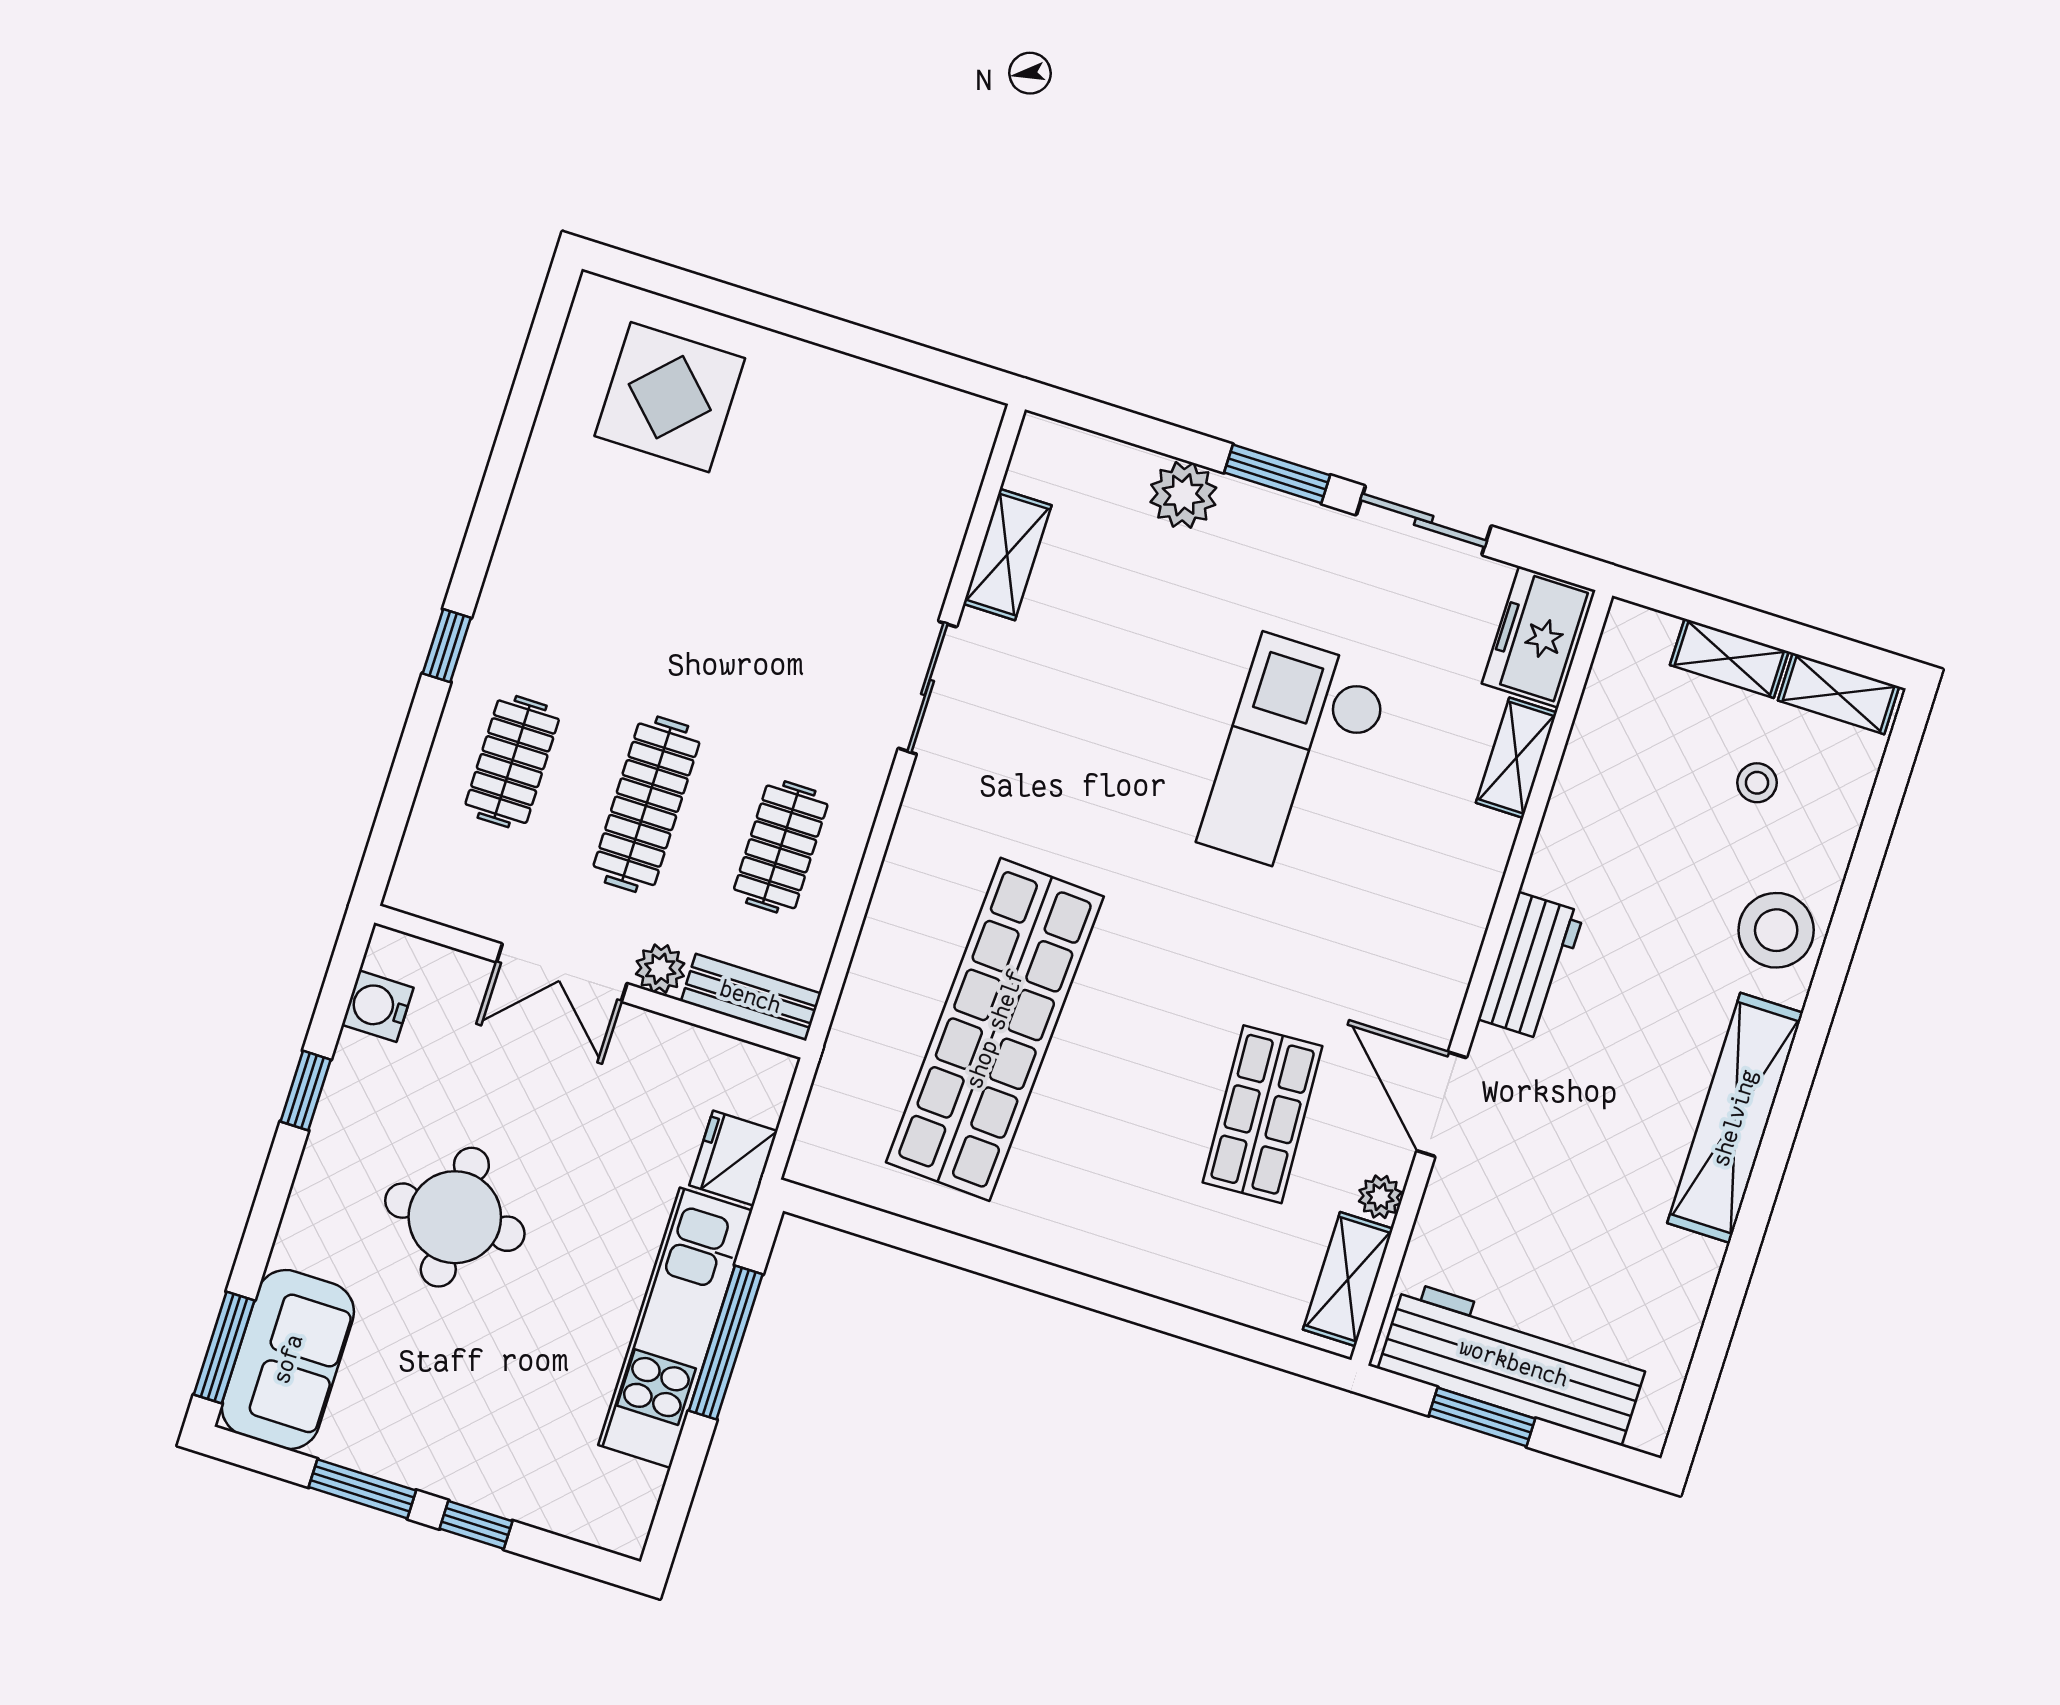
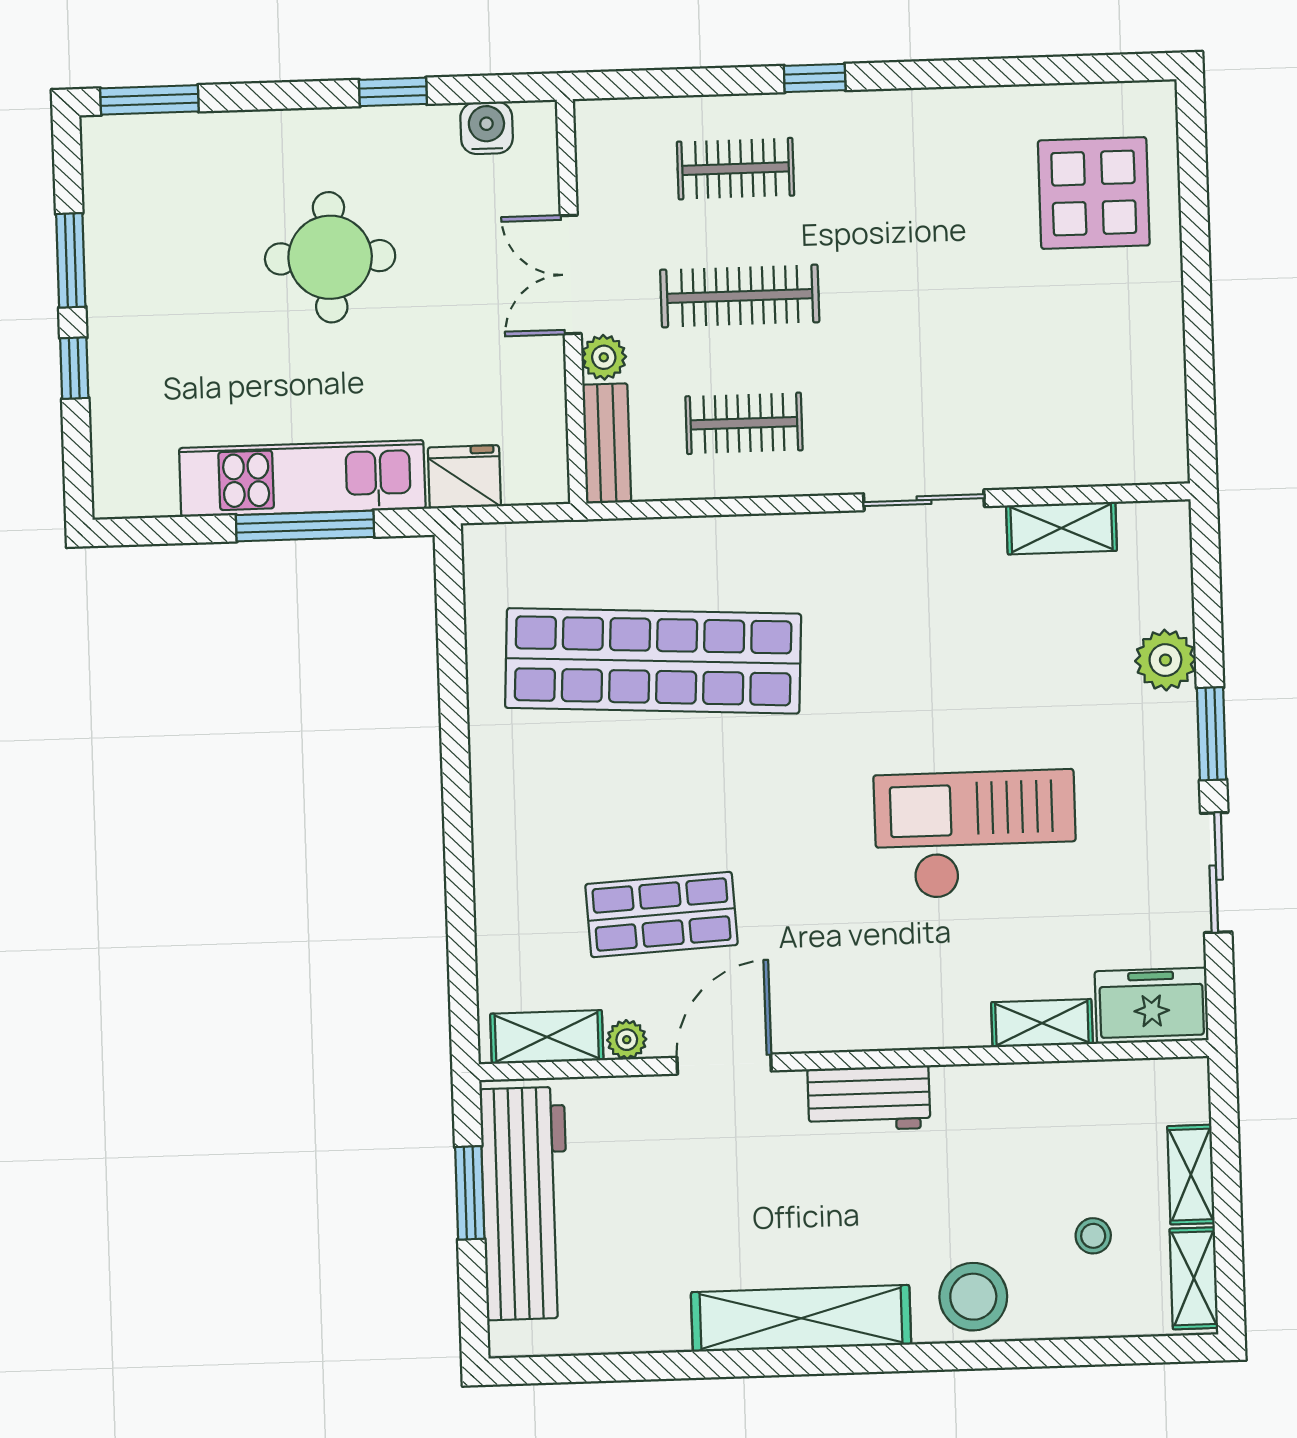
sofa: (288, 1359) -> (158, 158), removed

